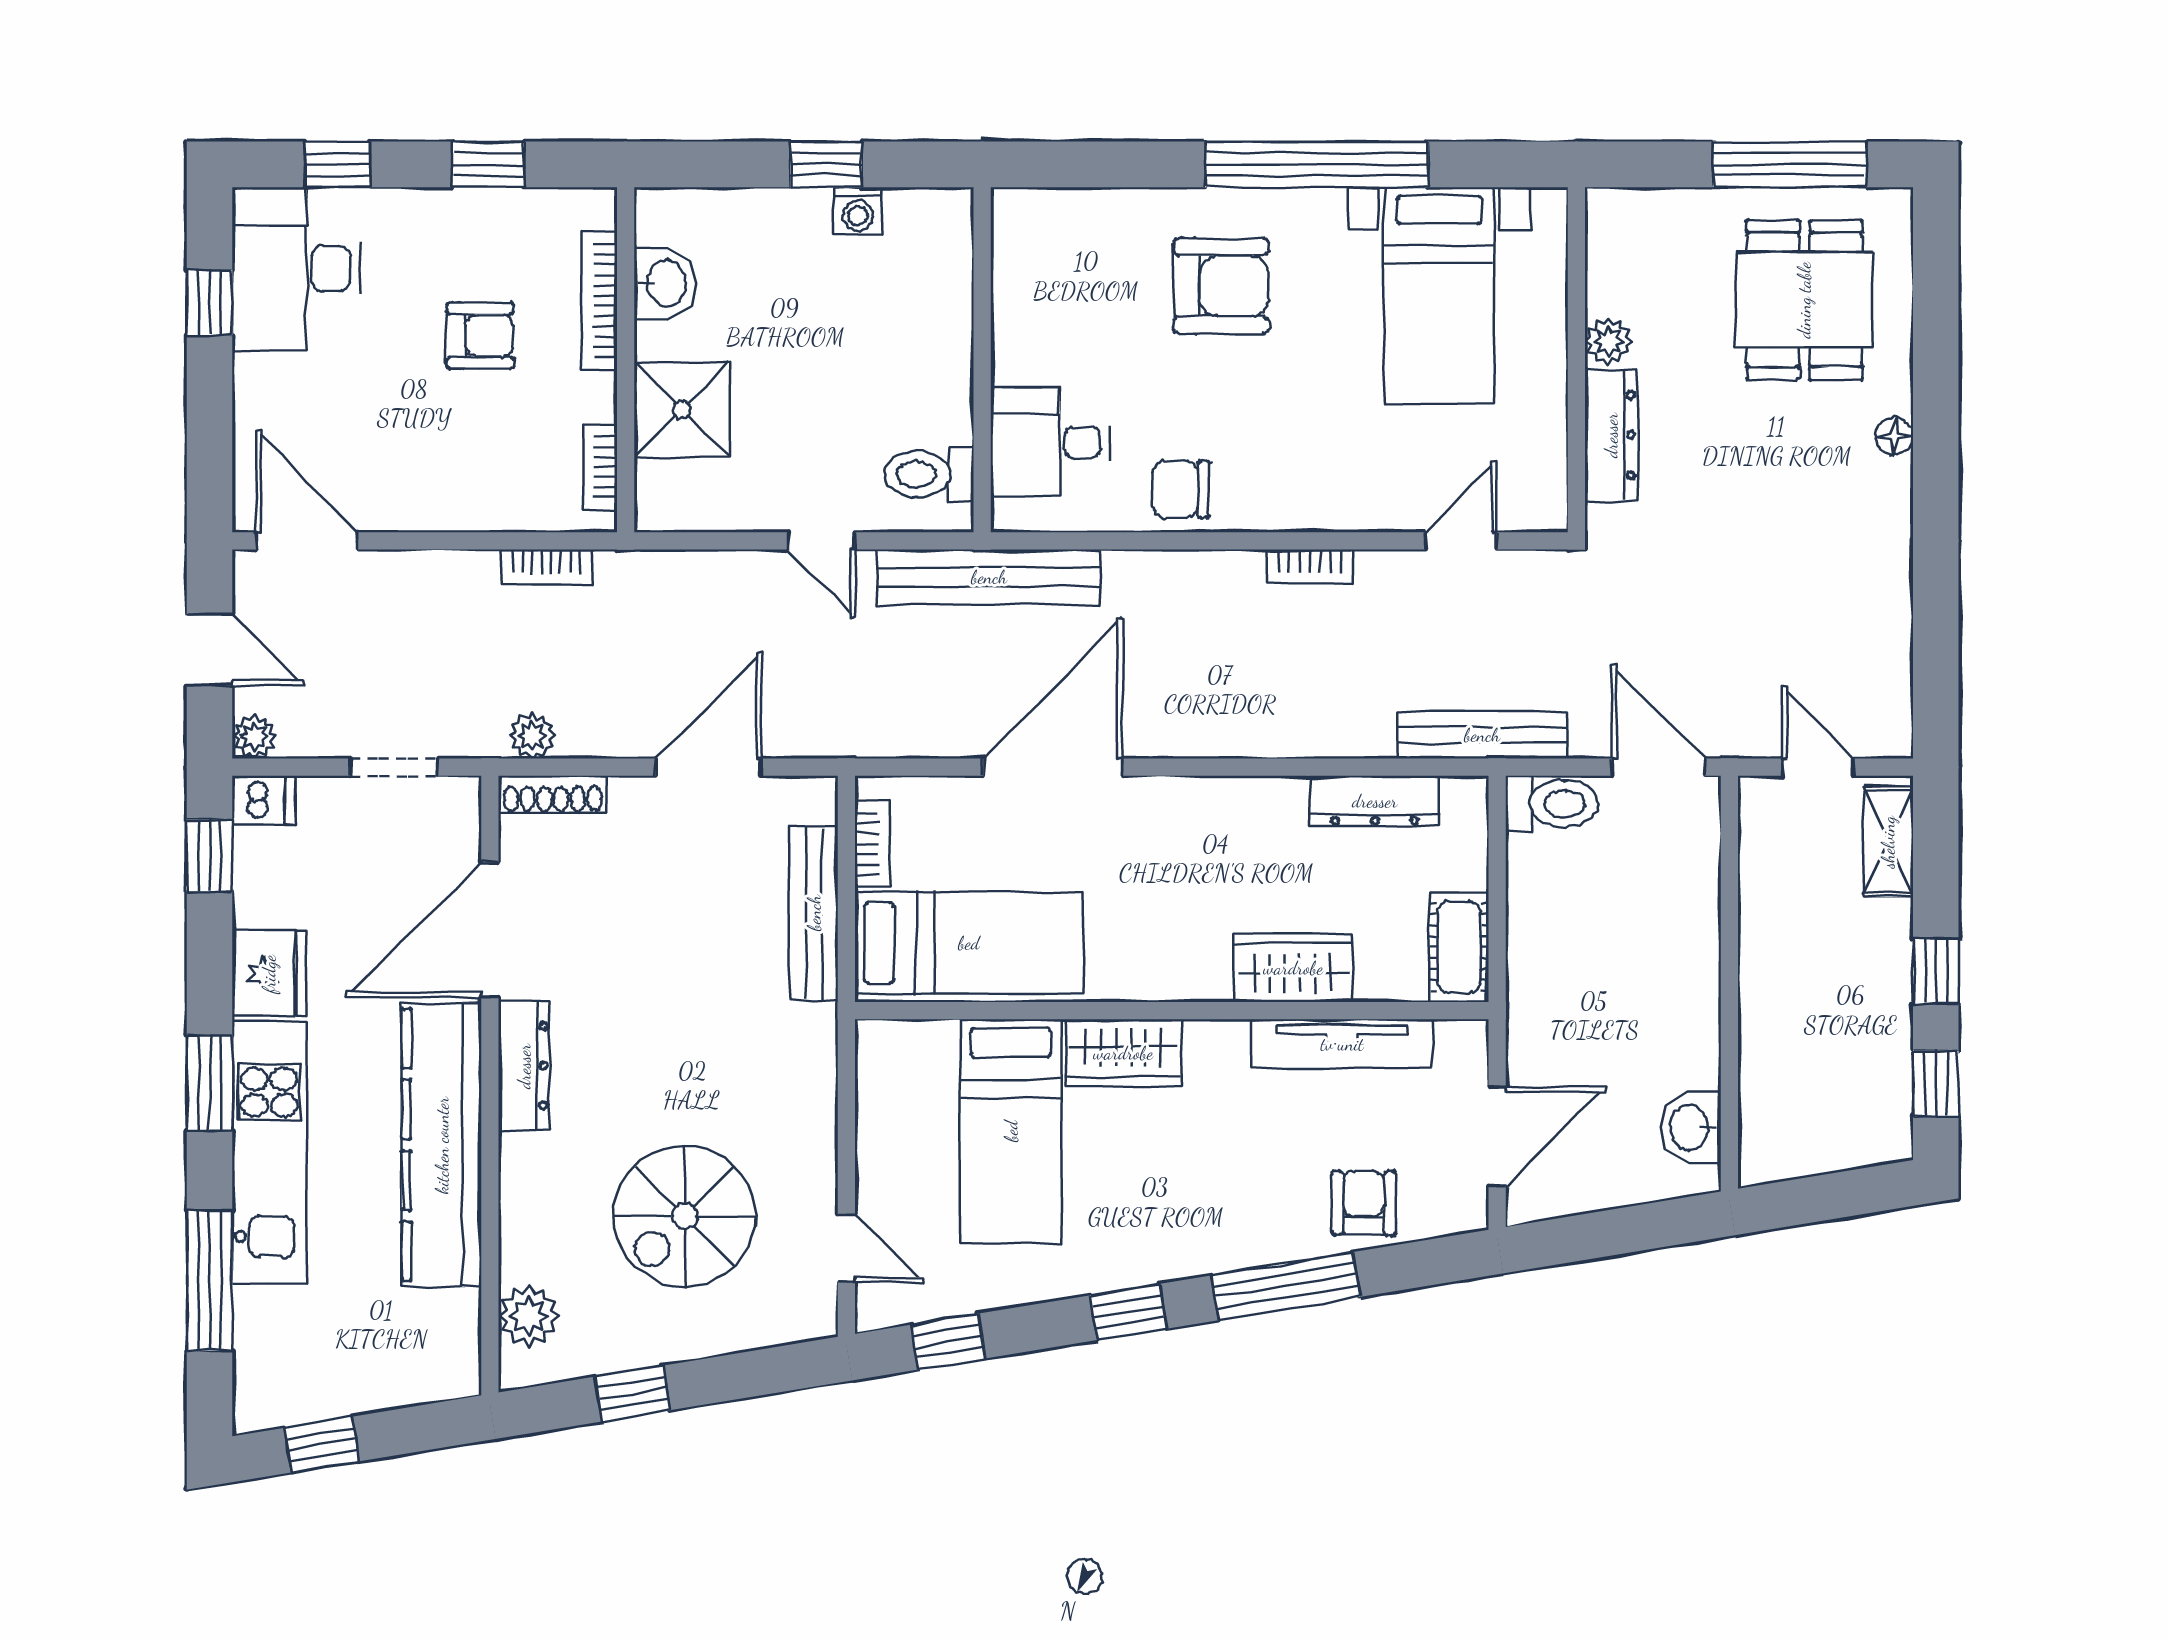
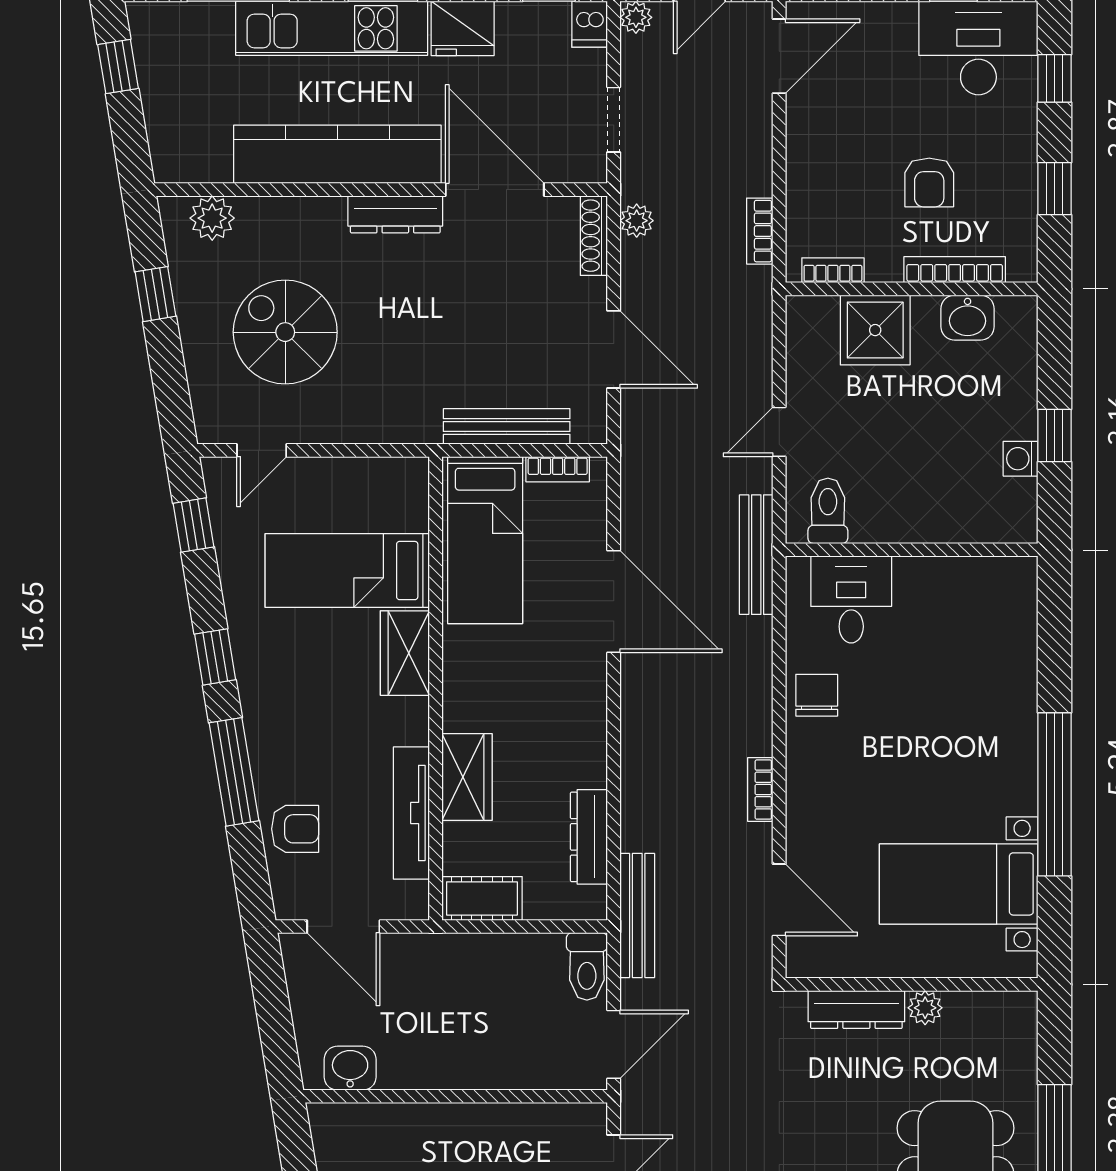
armchair: (1221, 286) -> (966, 724), removed
door: (1461, 541) -> (779, 900), width x1.38
bench: (989, 577) -> (756, 555), width x0.73, depth x0.82

